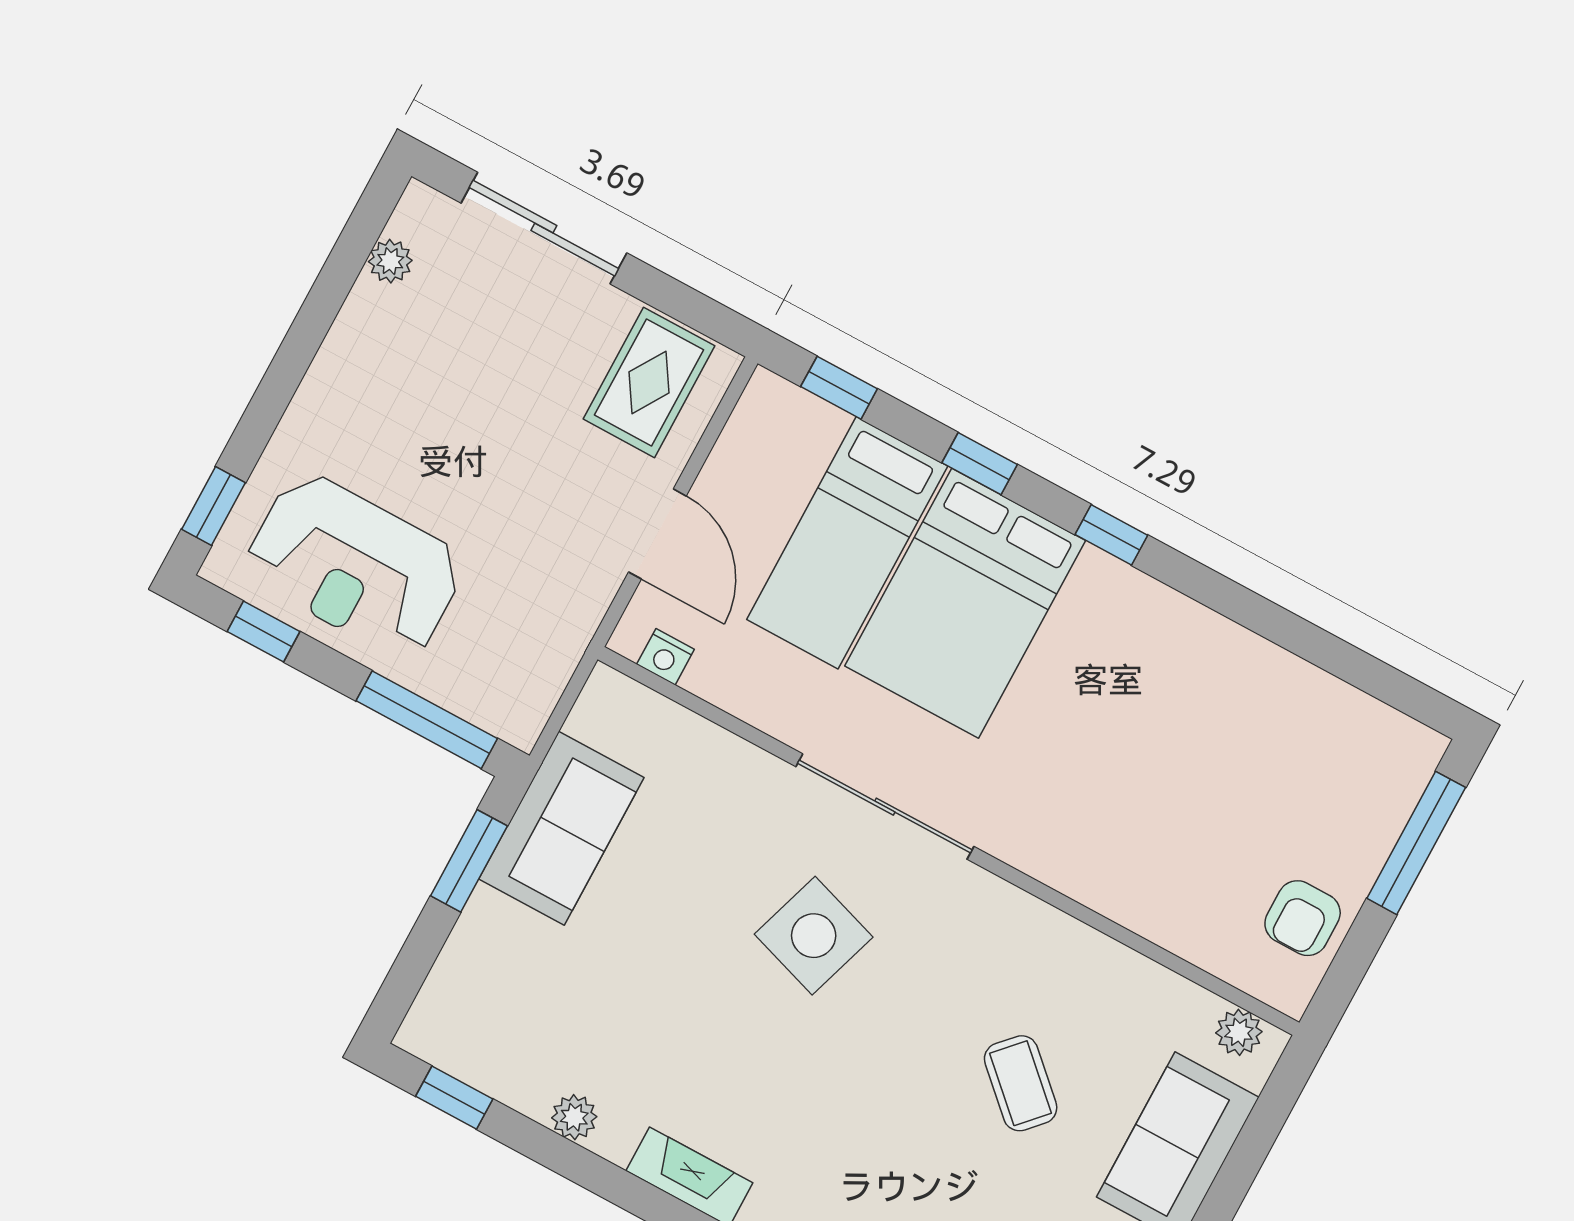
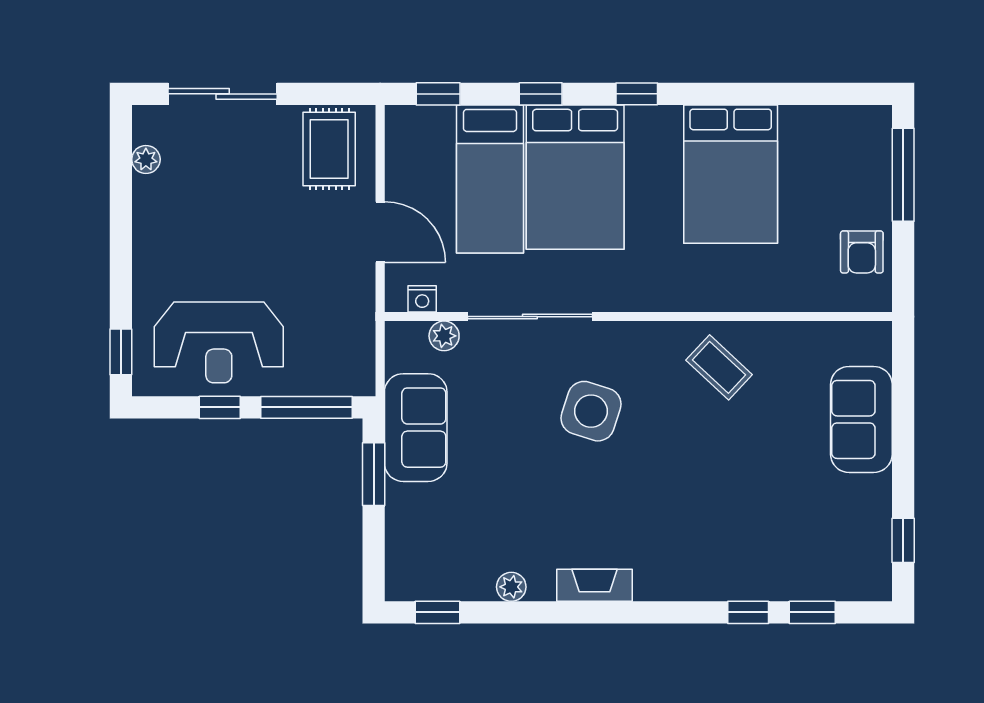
window: (264, 631) -> (220, 407), moved
bed: (1180, 714) -> (731, 174), added
sliding door: (885, 807) -> (530, 317), moved
plant: (1239, 1032) -> (444, 336), moved
coffee table: (1021, 1083) -> (719, 367), moved

